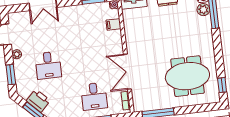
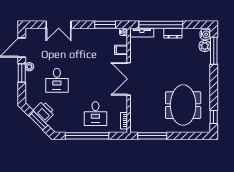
double door: (127, 72) -> (129, 79), moved
window: (11, 75) -> (22, 73), moved
meeting table: (187, 76) -> (183, 105), turned 90

